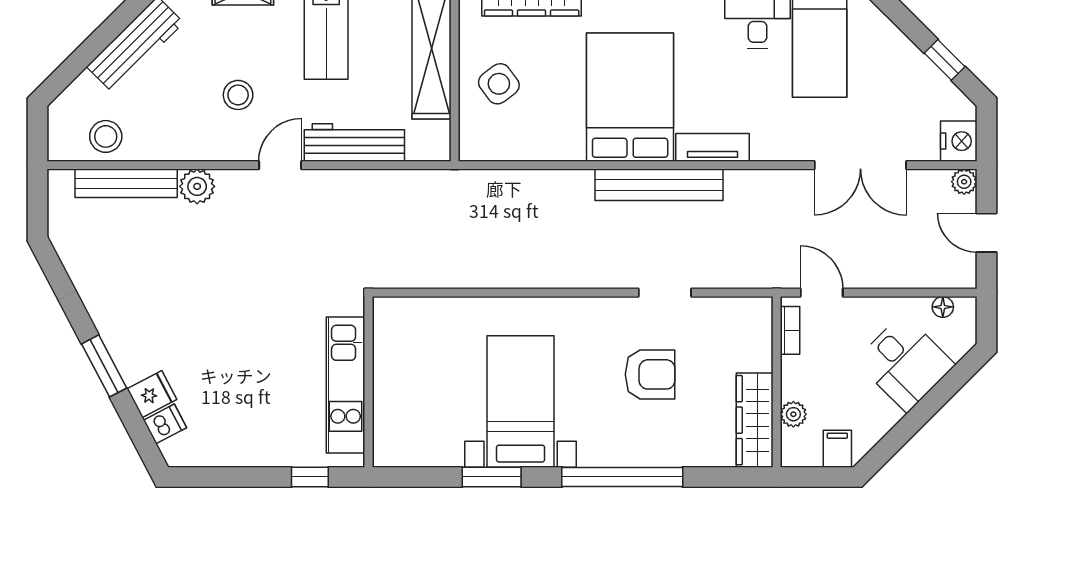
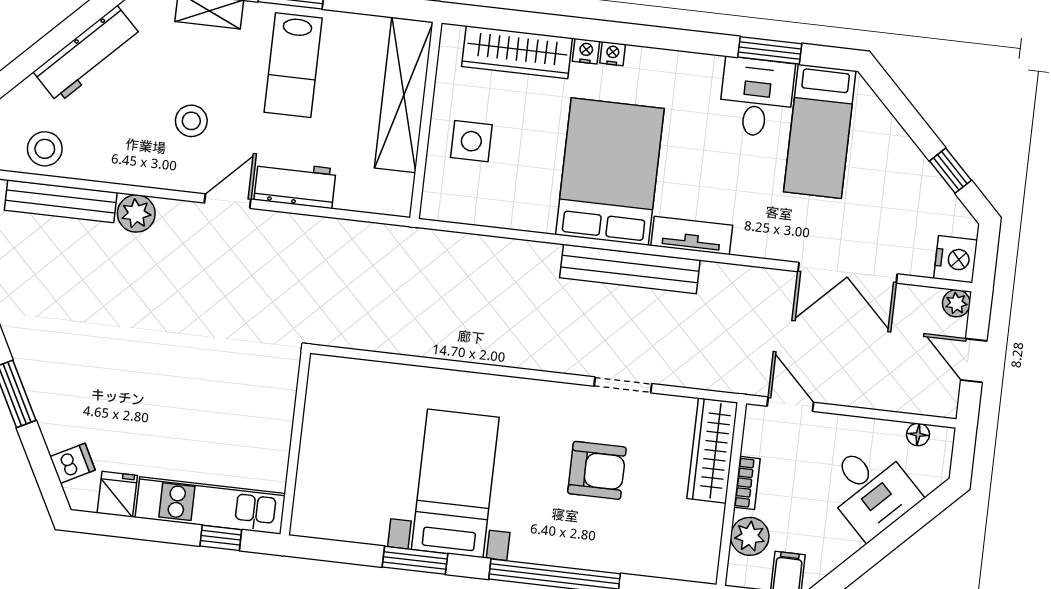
side table: (499, 84) -> (471, 141), turned 37
workbench: (354, 143) -> (295, 184), width x0.73
bookcase: (790, 330) -> (747, 483), moved
kitchen unit: (346, 385) -> (210, 506), moved, turned 90
fridge: (152, 394) -> (117, 494), moved, turned -62
plant: (793, 414) -> (750, 536), width x1.38, depth x1.38
wardrobe: (755, 420) -> (712, 451), moved

